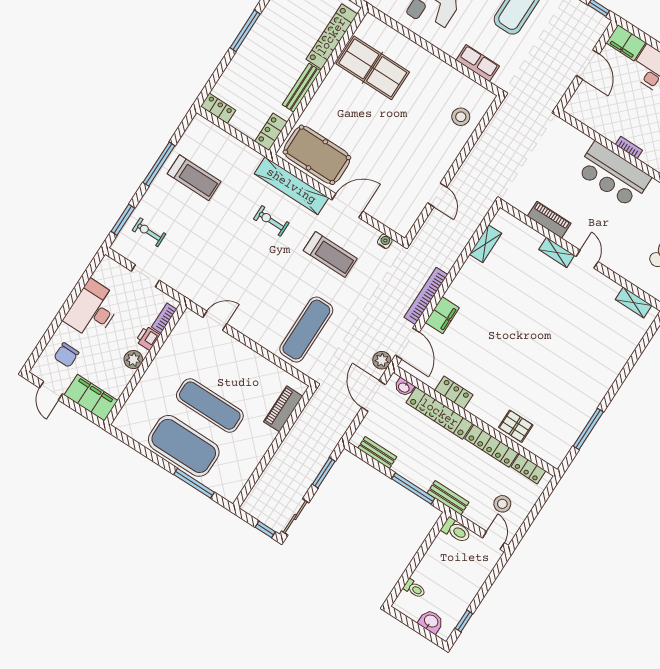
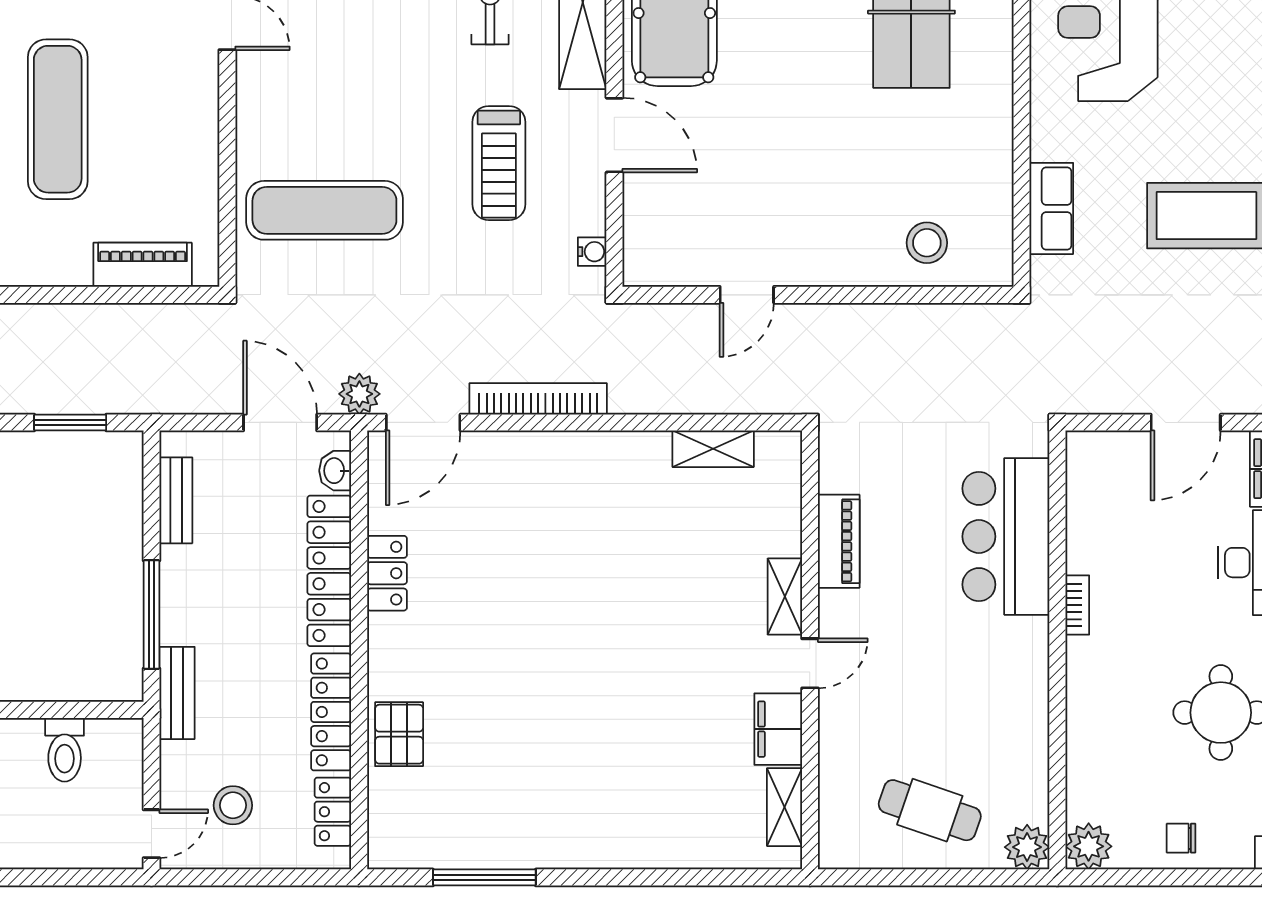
bar counter: (613, 175) -> (1006, 536), moved
filing cabinet: (442, 315) -> (778, 729), moved, turned 90
door: (373, 396) -> (280, 422), hinge flipped
toilet: (456, 530) -> (65, 750), moved

